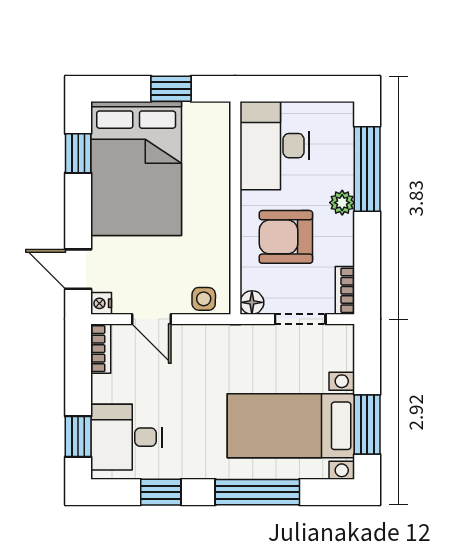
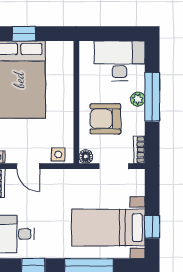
window: (171, 89) -> (24, 34), moved
desk: (275, 146) -> (119, 61), moved, turned 90
window: (367, 169) -> (152, 97), moved
window: (367, 424) -> (152, 227), width x0.67

